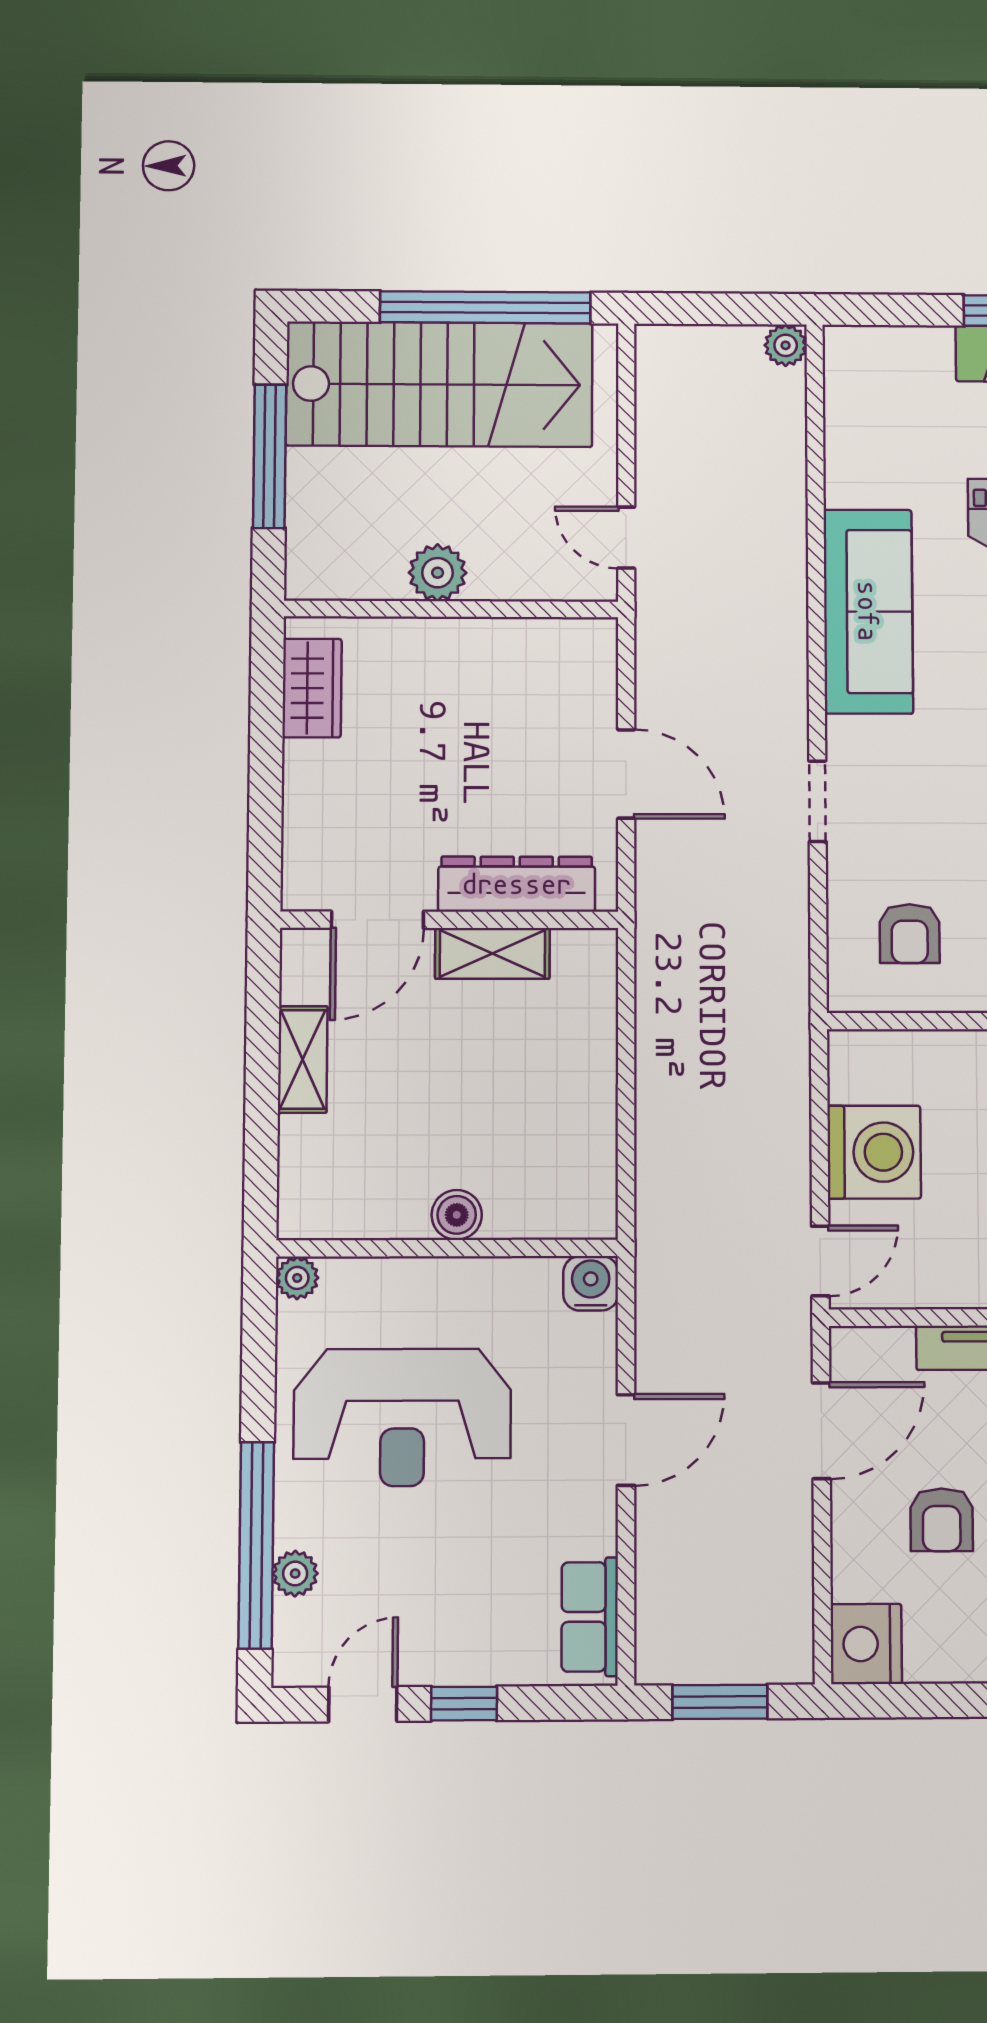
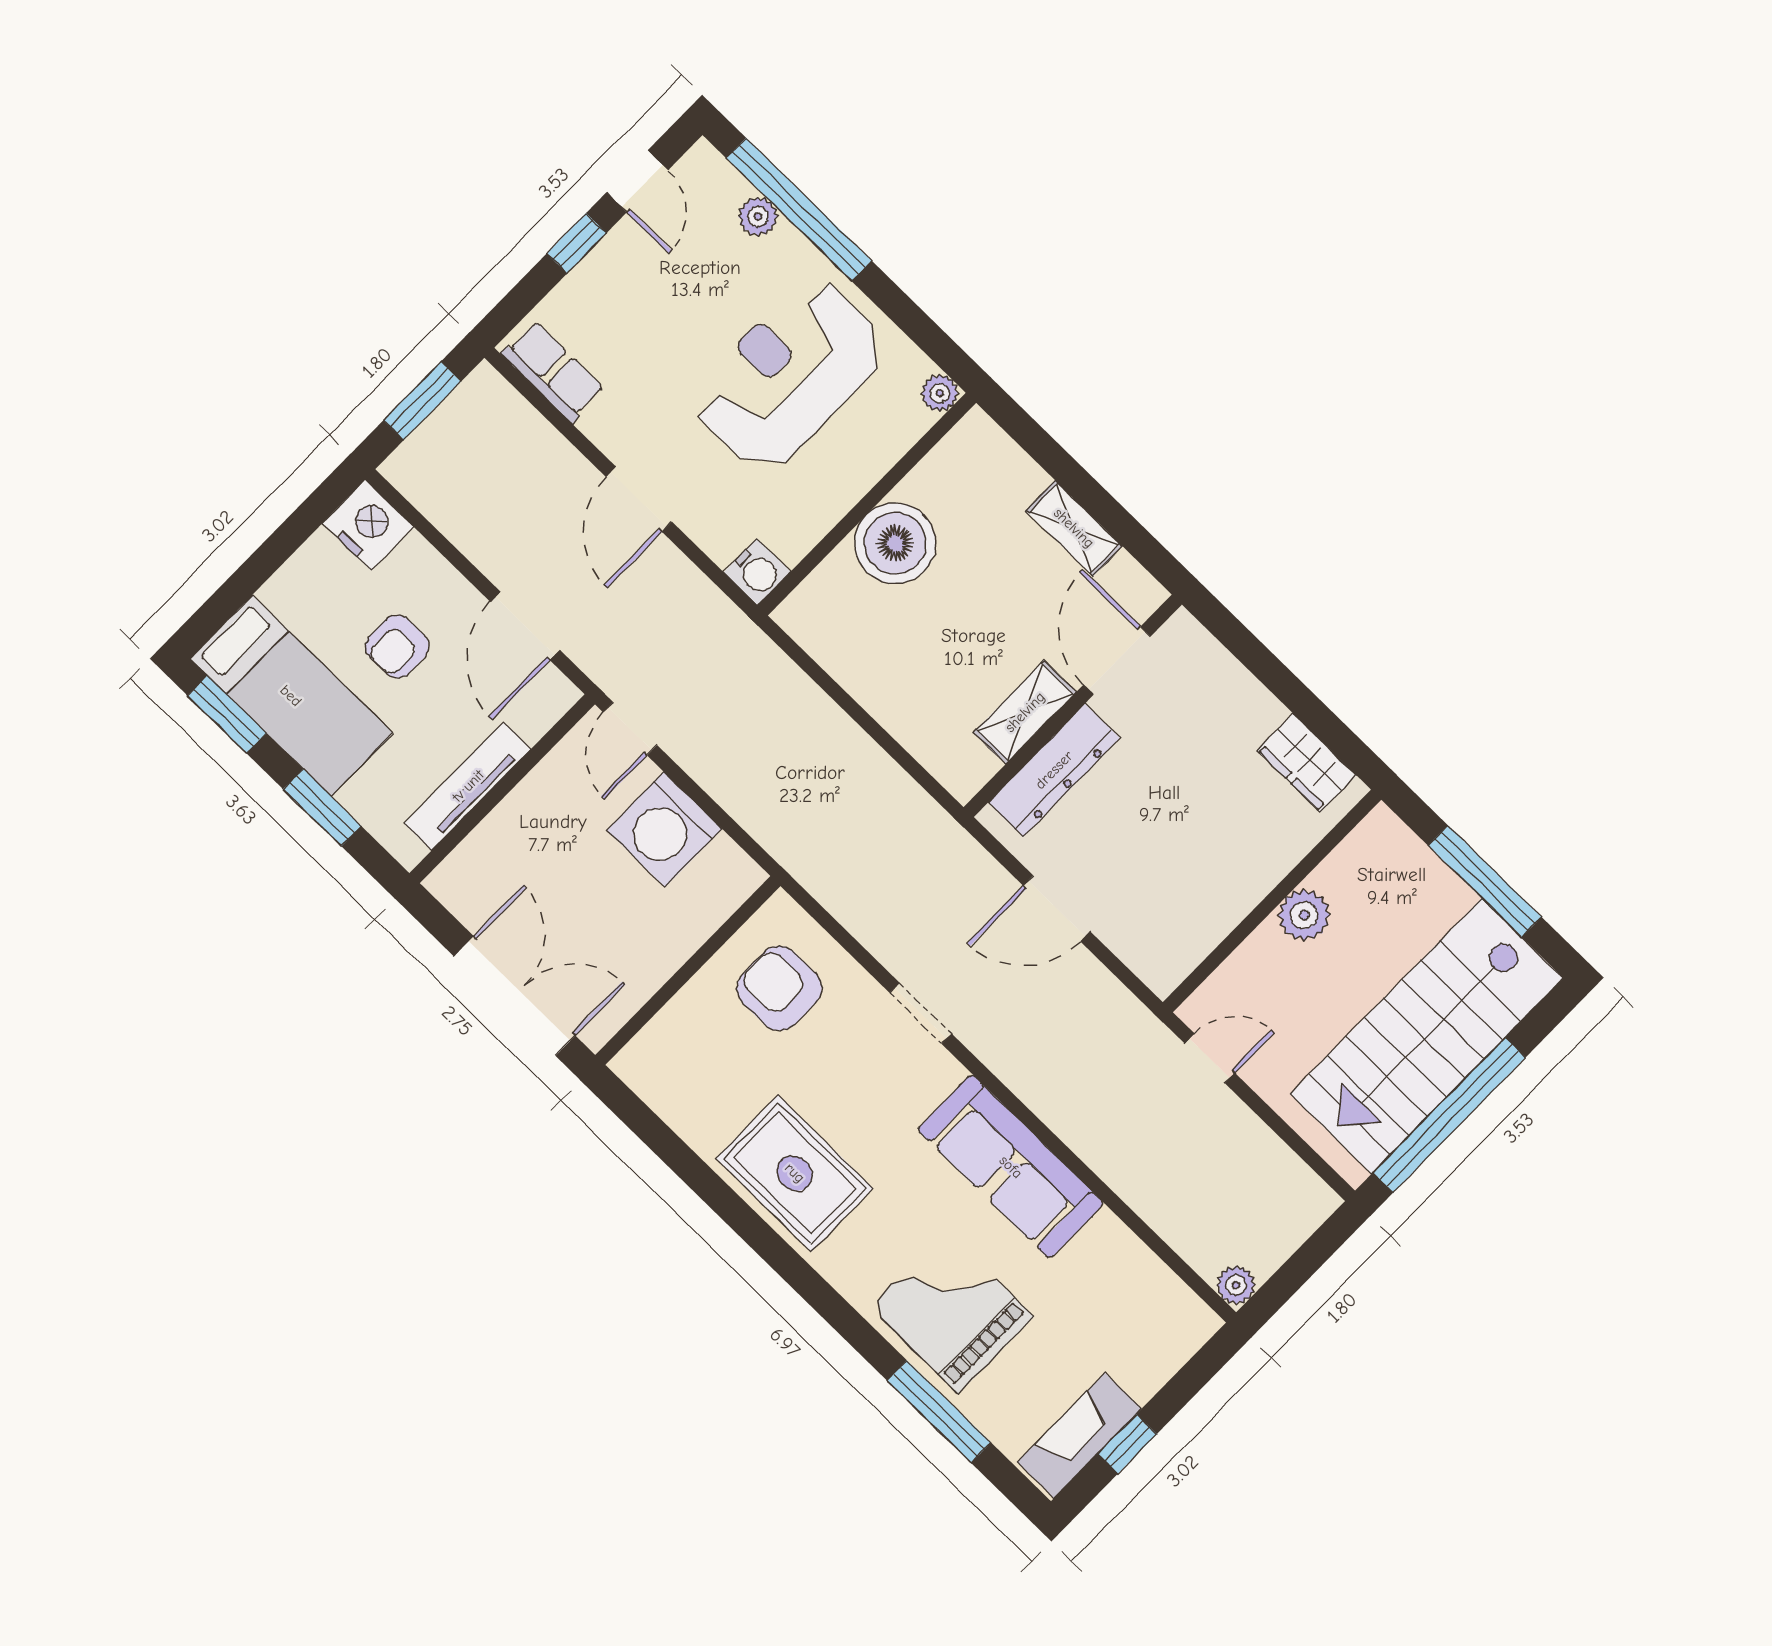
armchair: (910, 934) -> (779, 988), width x1.38, depth x1.38
boiler: (457, 1215) -> (895, 543), width x1.86, depth x1.86
armchair: (942, 1520) -> (397, 646), turned -90

